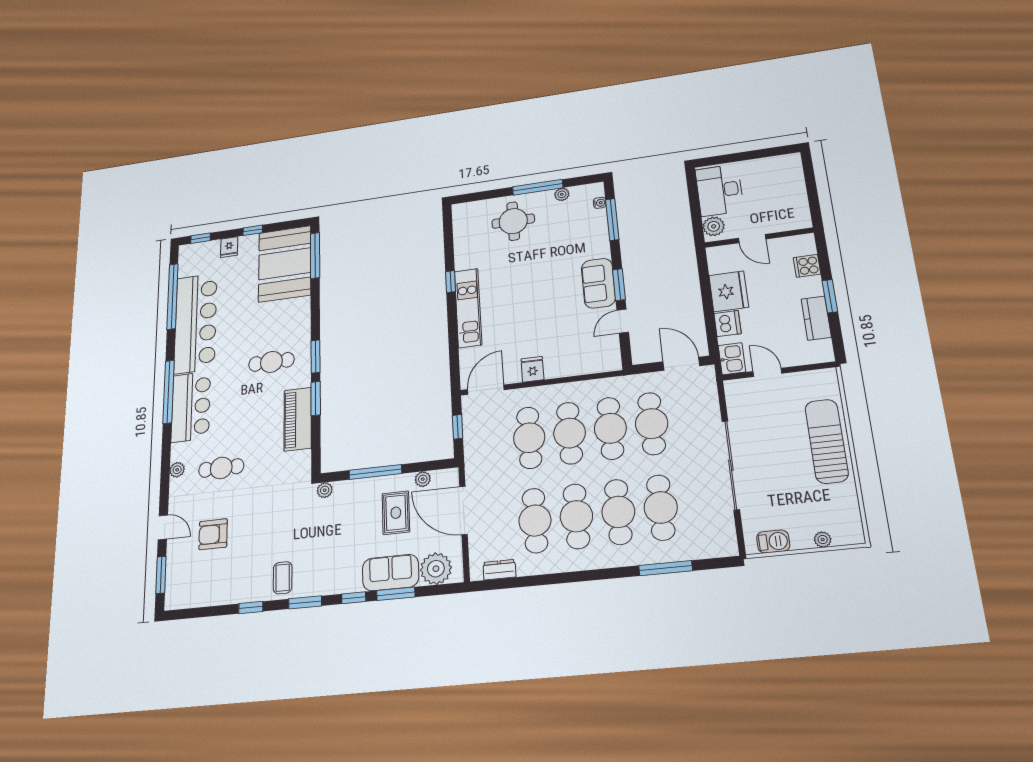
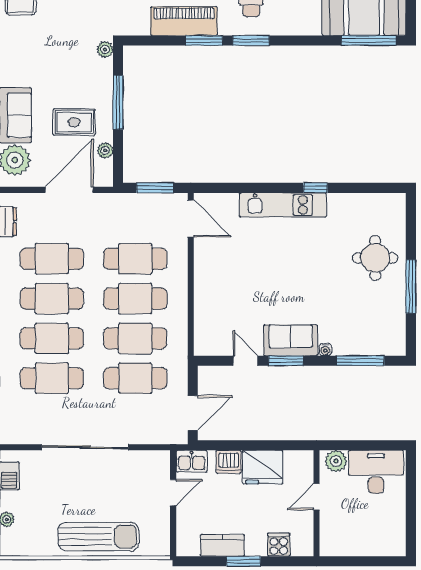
plant: (562, 194) -> (398, 311), removed
water cooler: (600, 203) -> (325, 350), moved
fridge: (532, 369) -> (206, 267), removed
window: (458, 427) -> (155, 188), width x1.50

